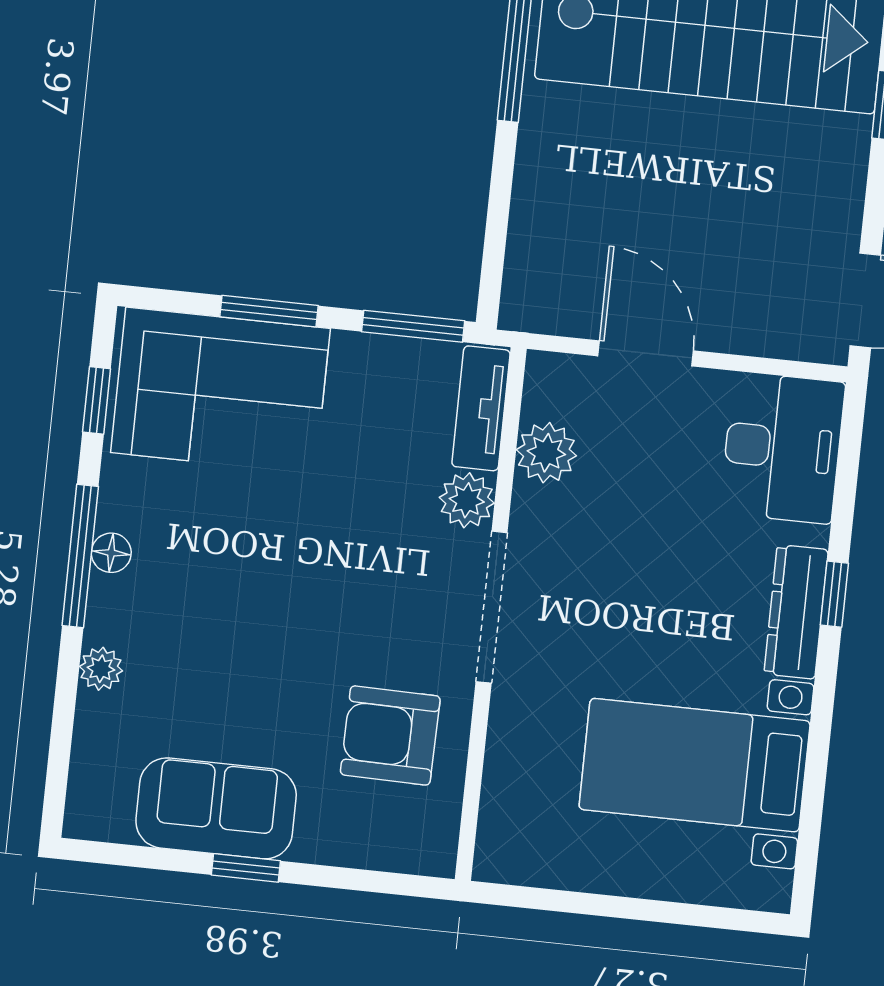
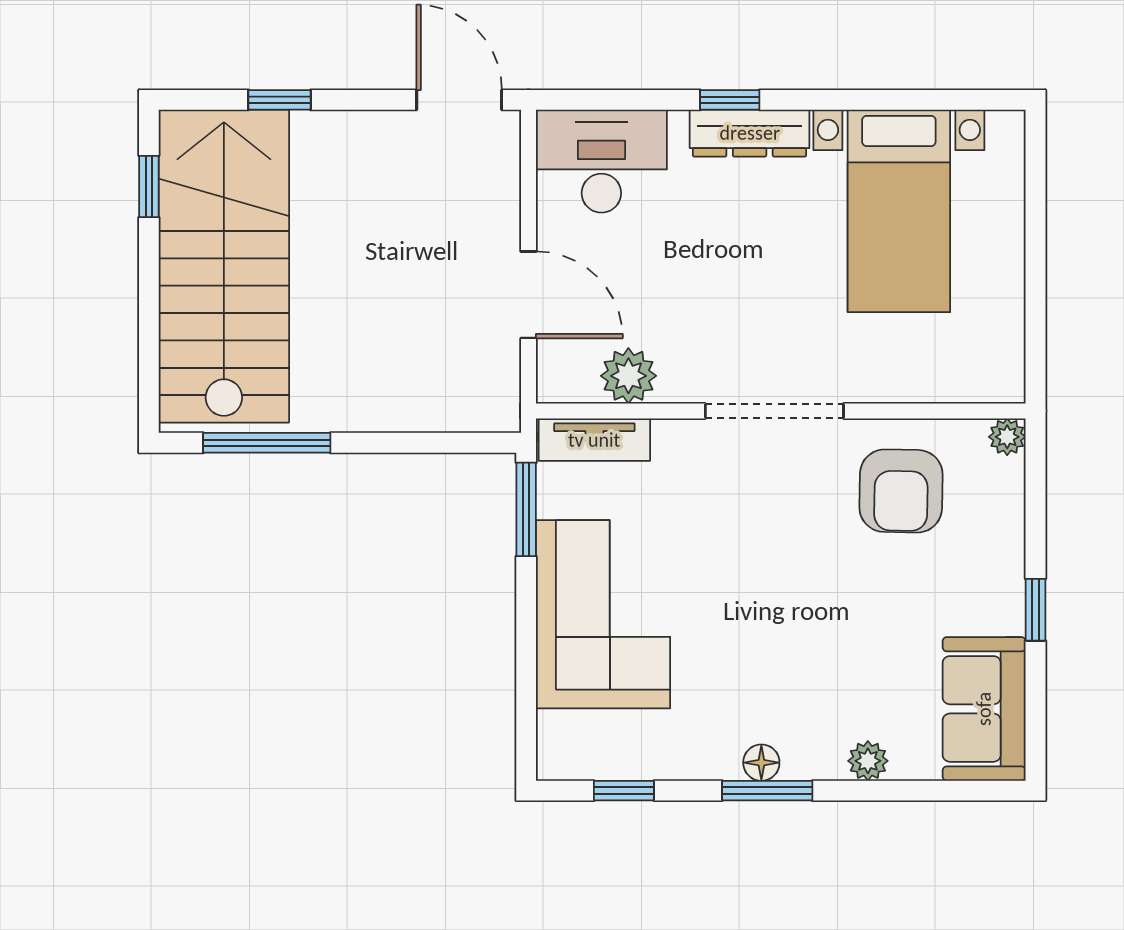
window: (269, 311) -> (526, 642), removed
door: (646, 353) -> (529, 295), swing flipped
corner sofa: (220, 390) -> (603, 614), moved
plant: (467, 500) -> (1007, 437), moved, width x0.73, depth x0.73
window: (80, 556) -> (767, 791), width x0.69
sofa: (216, 808) -> (984, 709), moved

